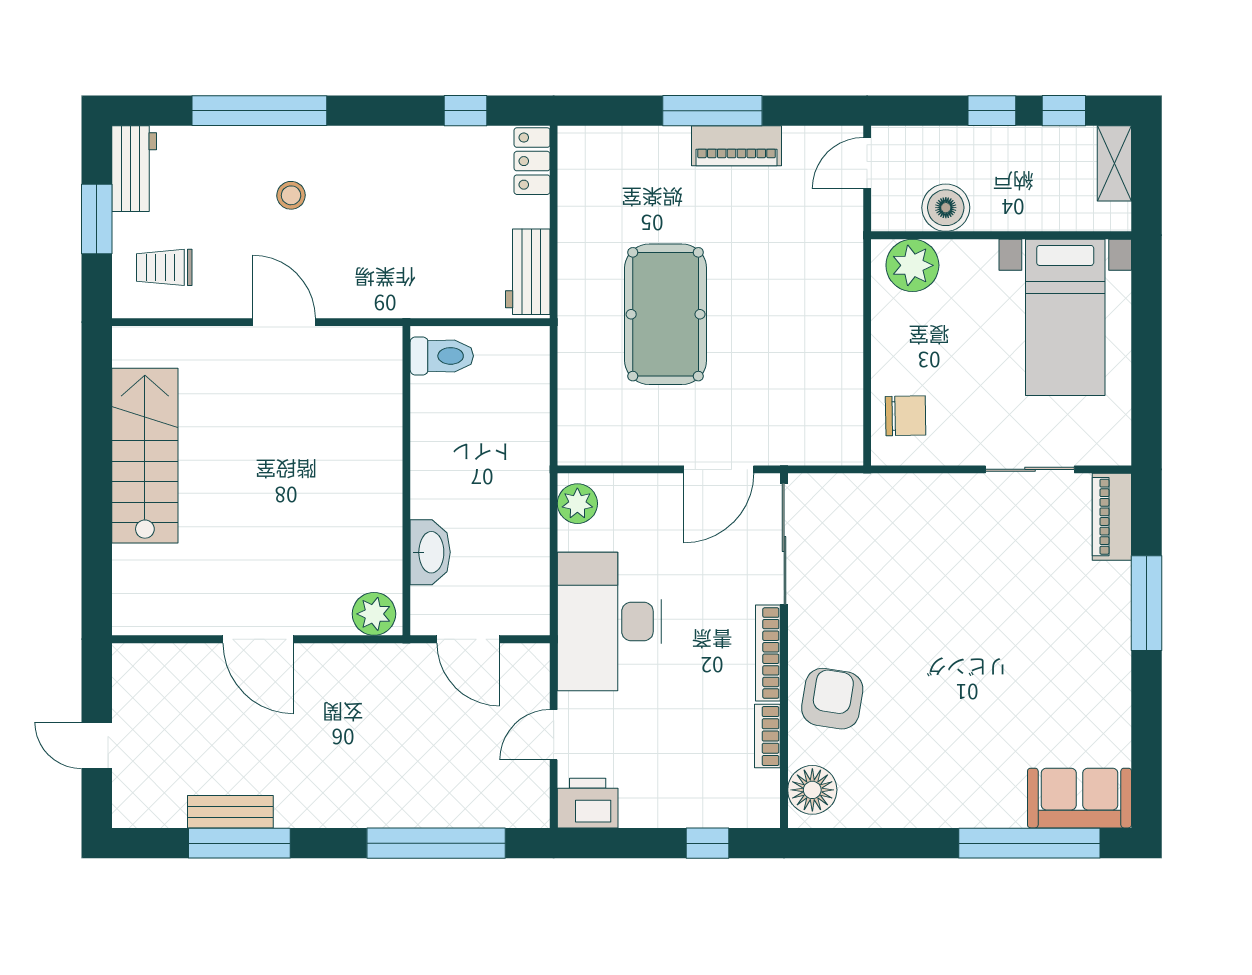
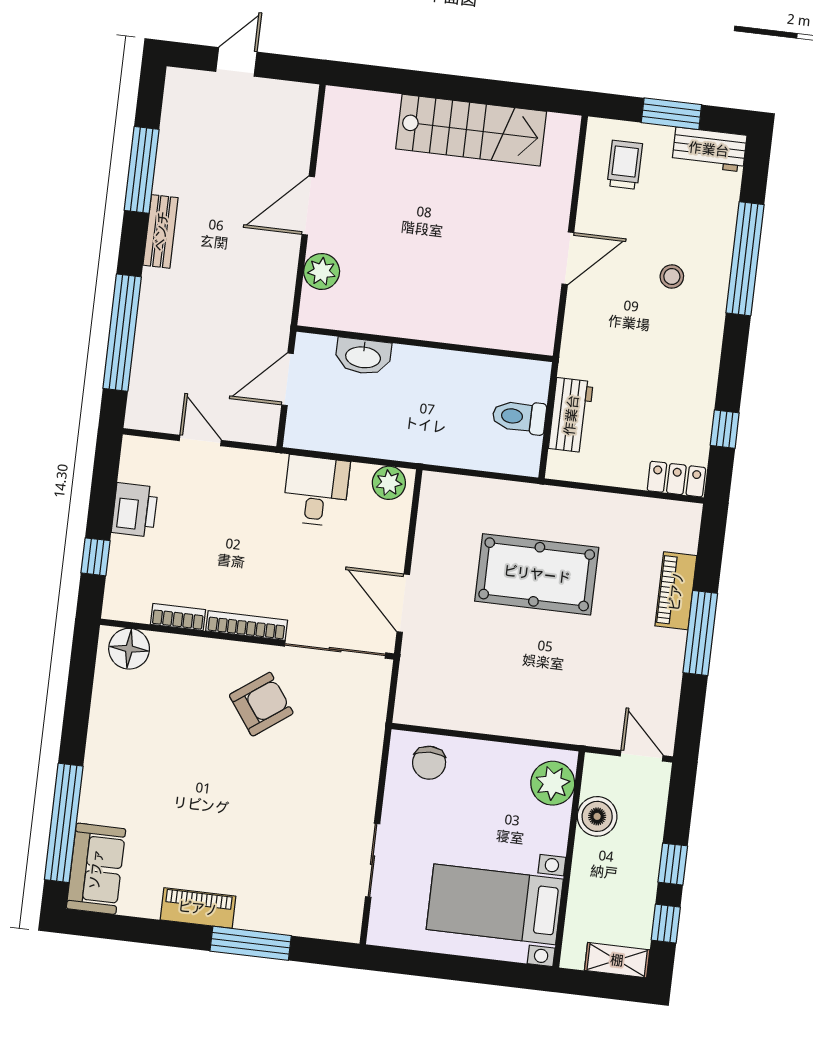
piano: (737, 146) -> (676, 591), moved
workbench: (528, 272) -> (571, 415), moved, turned 90
toilet: (442, 356) -> (519, 417), moved, turned 90
piano: (1112, 517) -> (198, 908), moved
plant: (374, 614) -> (322, 271), moved
desk: (609, 621) -> (316, 491), width x0.53, depth x0.77
armchair: (832, 699) -> (261, 704), moved, turned -45
printer: (588, 803) -> (135, 510), moved
bench: (230, 812) -> (161, 231), moved

